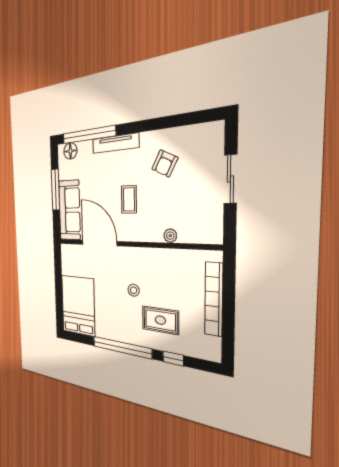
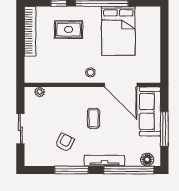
window: (156, 124) -> (71, 170), added
plant: (170, 236) -> (40, 92), moved
stool: (134, 290) -> (90, 72), moved
bookcase: (214, 299) -> (30, 31), moved
bed: (78, 305) -> (118, 31), moved

